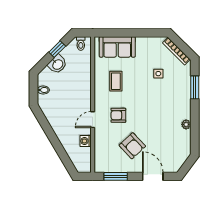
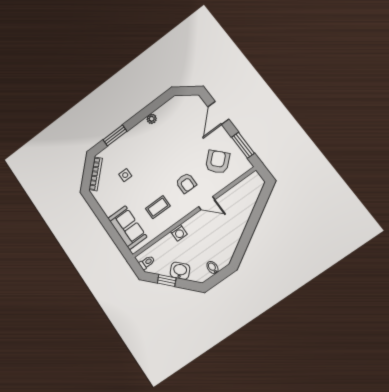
washing machine: (86, 141) -> (179, 233), moved
armchair: (132, 146) -> (217, 162), moved

